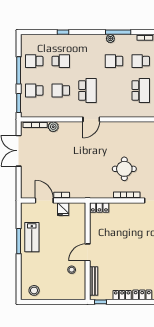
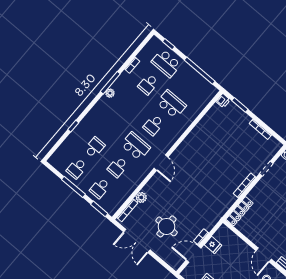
school desk: (114, 61) -> (153, 125), moved
round table: (124, 169) -> (166, 226), moved
locker: (99, 208) -> (240, 211), width x1.53

